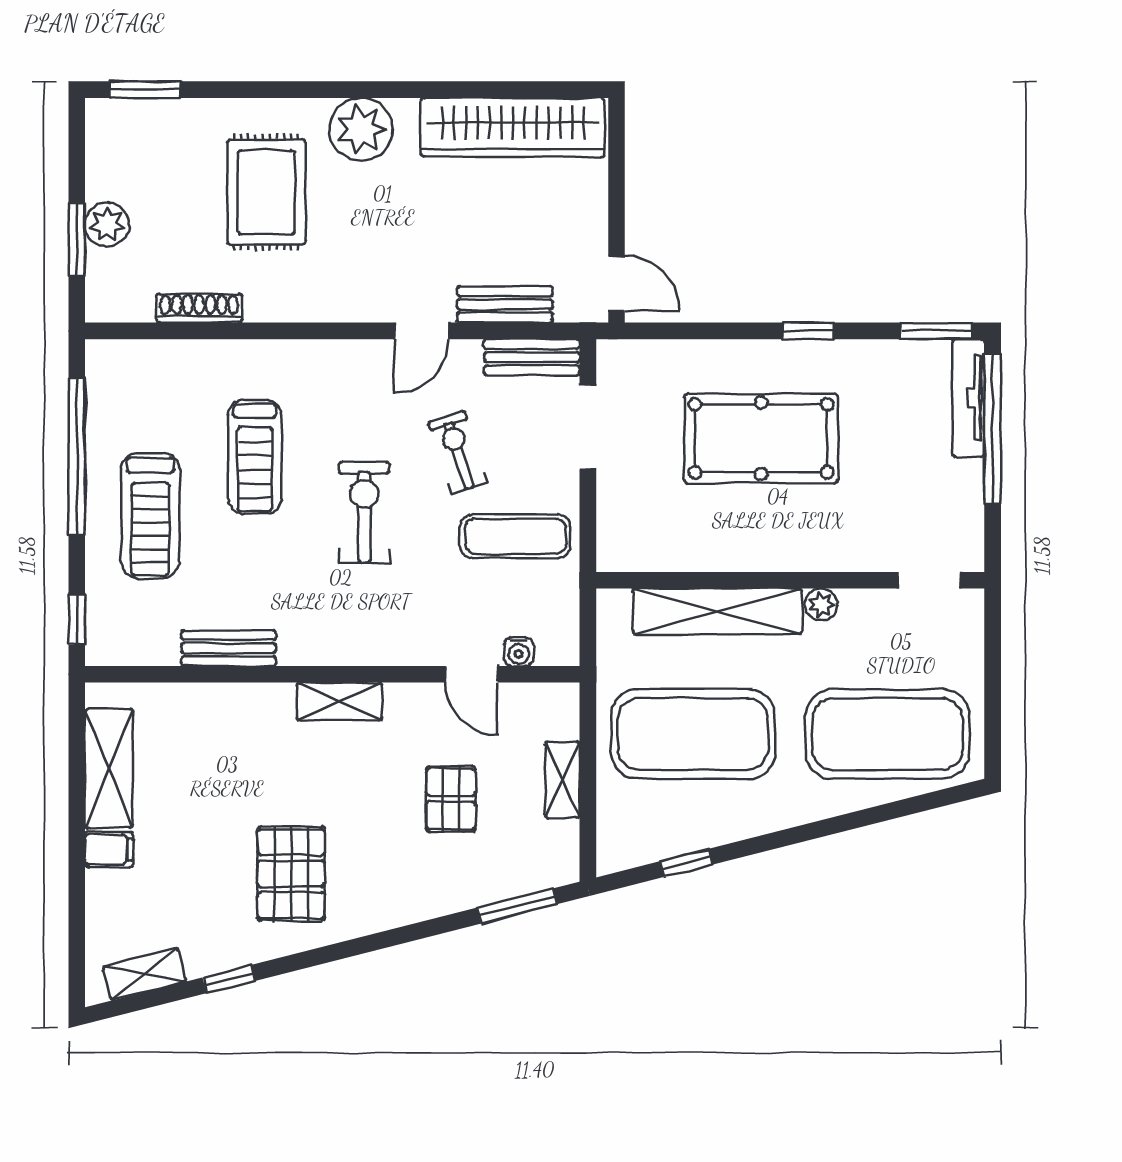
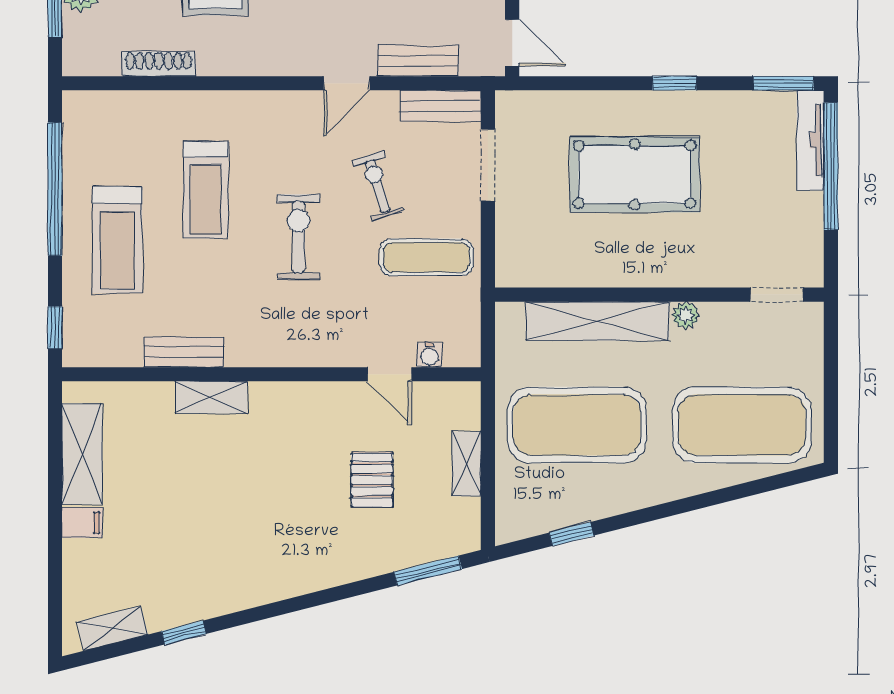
shelving: (339, 702) -> (211, 397), moved
pallet: (291, 874) -> (237, 543), removed

